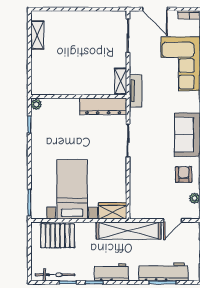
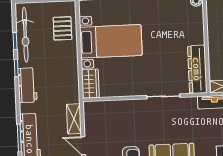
shelving: (129, 231) -> (74, 119), width x0.45, depth x0.75
pallet: (58, 236) -> (62, 28), width x0.67, depth x0.71
bicycle: (55, 275) -> (25, 35), width x1.37, depth x1.40

